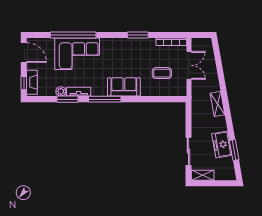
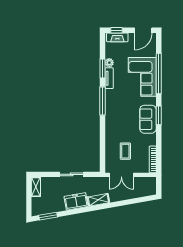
window: (138, 35) -> (159, 115), moved
double door: (189, 65) -> (121, 175), moved
sofa: (124, 87) -> (148, 119), moved, turned 180
freezer: (222, 144) -> (76, 201), moved
window: (234, 150) -> (48, 216), moved
sliding door: (188, 151) -> (72, 174), moved

